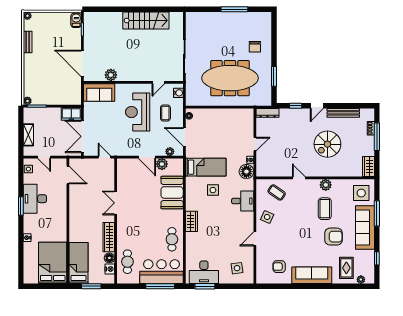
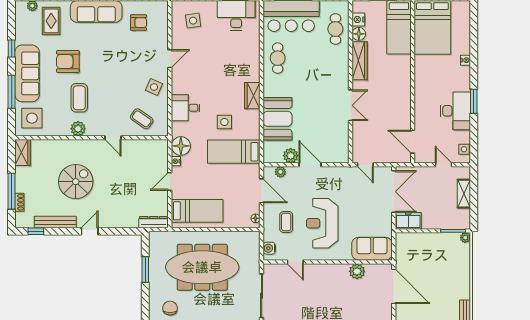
door: (158, 82) -> (295, 262), swing flipped
window: (296, 106) -> (36, 231), moved
reception desk: (138, 112) -> (322, 223), turned 180
bed: (234, 122) -> (197, 211), added
wardrobe: (191, 221) -> (252, 96), moved
window: (377, 258) -> (12, 48), moved

